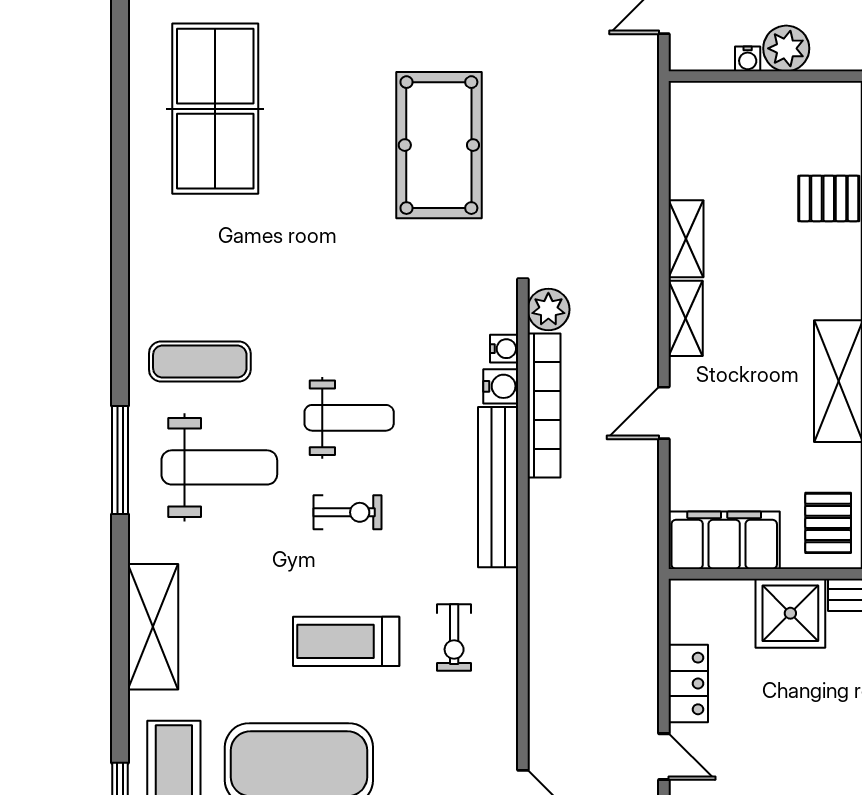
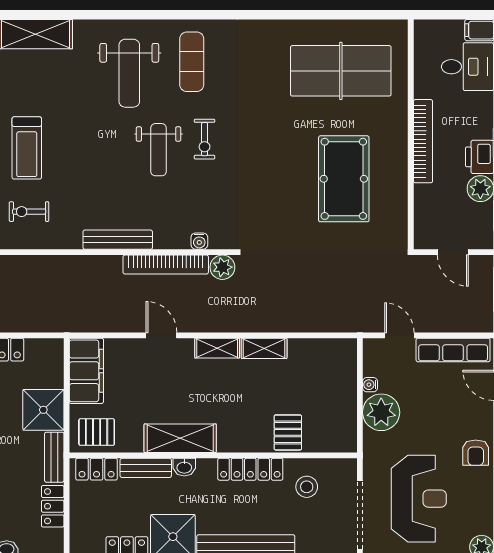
plant: (786, 48) -> (381, 412), width x1.36, depth x1.36
pool table: (439, 145) -> (344, 179), moved, turned 90
water cooler: (501, 386) -> (177, 239), removed
window: (120, 460) -> (134, 15), removed
bench: (498, 487) -> (118, 240), width x0.73, depth x0.82
exercise bike: (348, 512) -> (205, 139), moved
treadmill: (346, 641) -> (27, 148), turned 180

